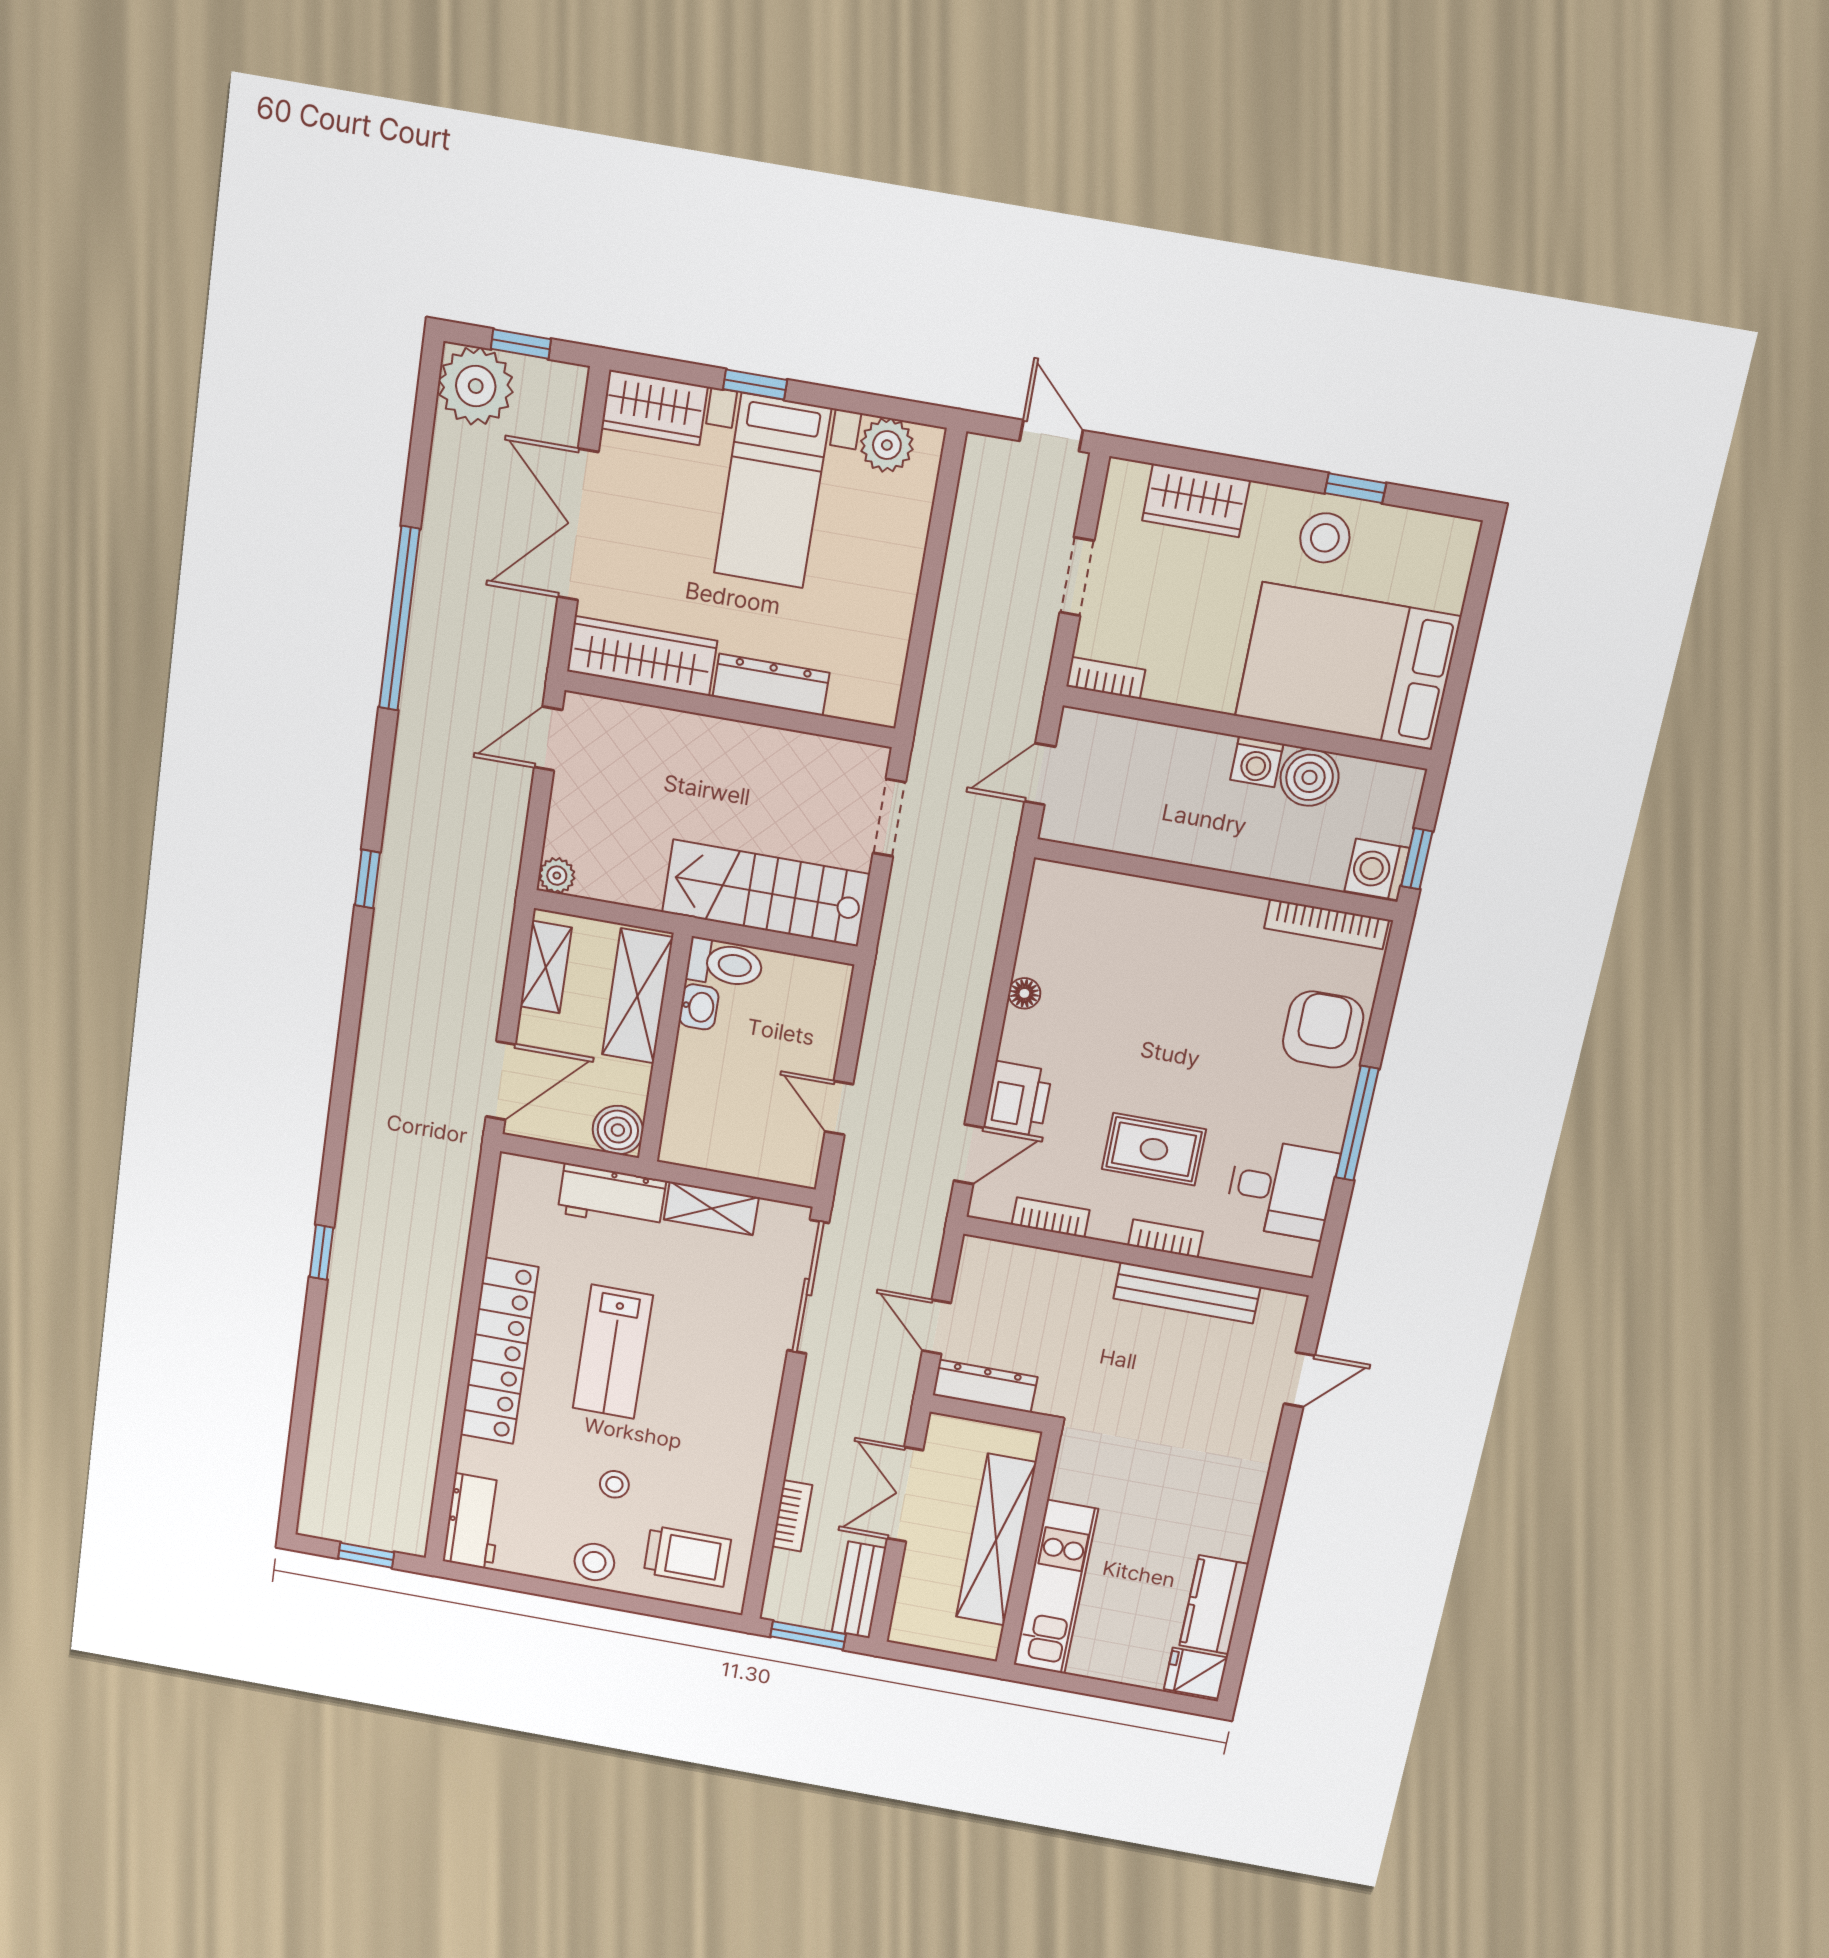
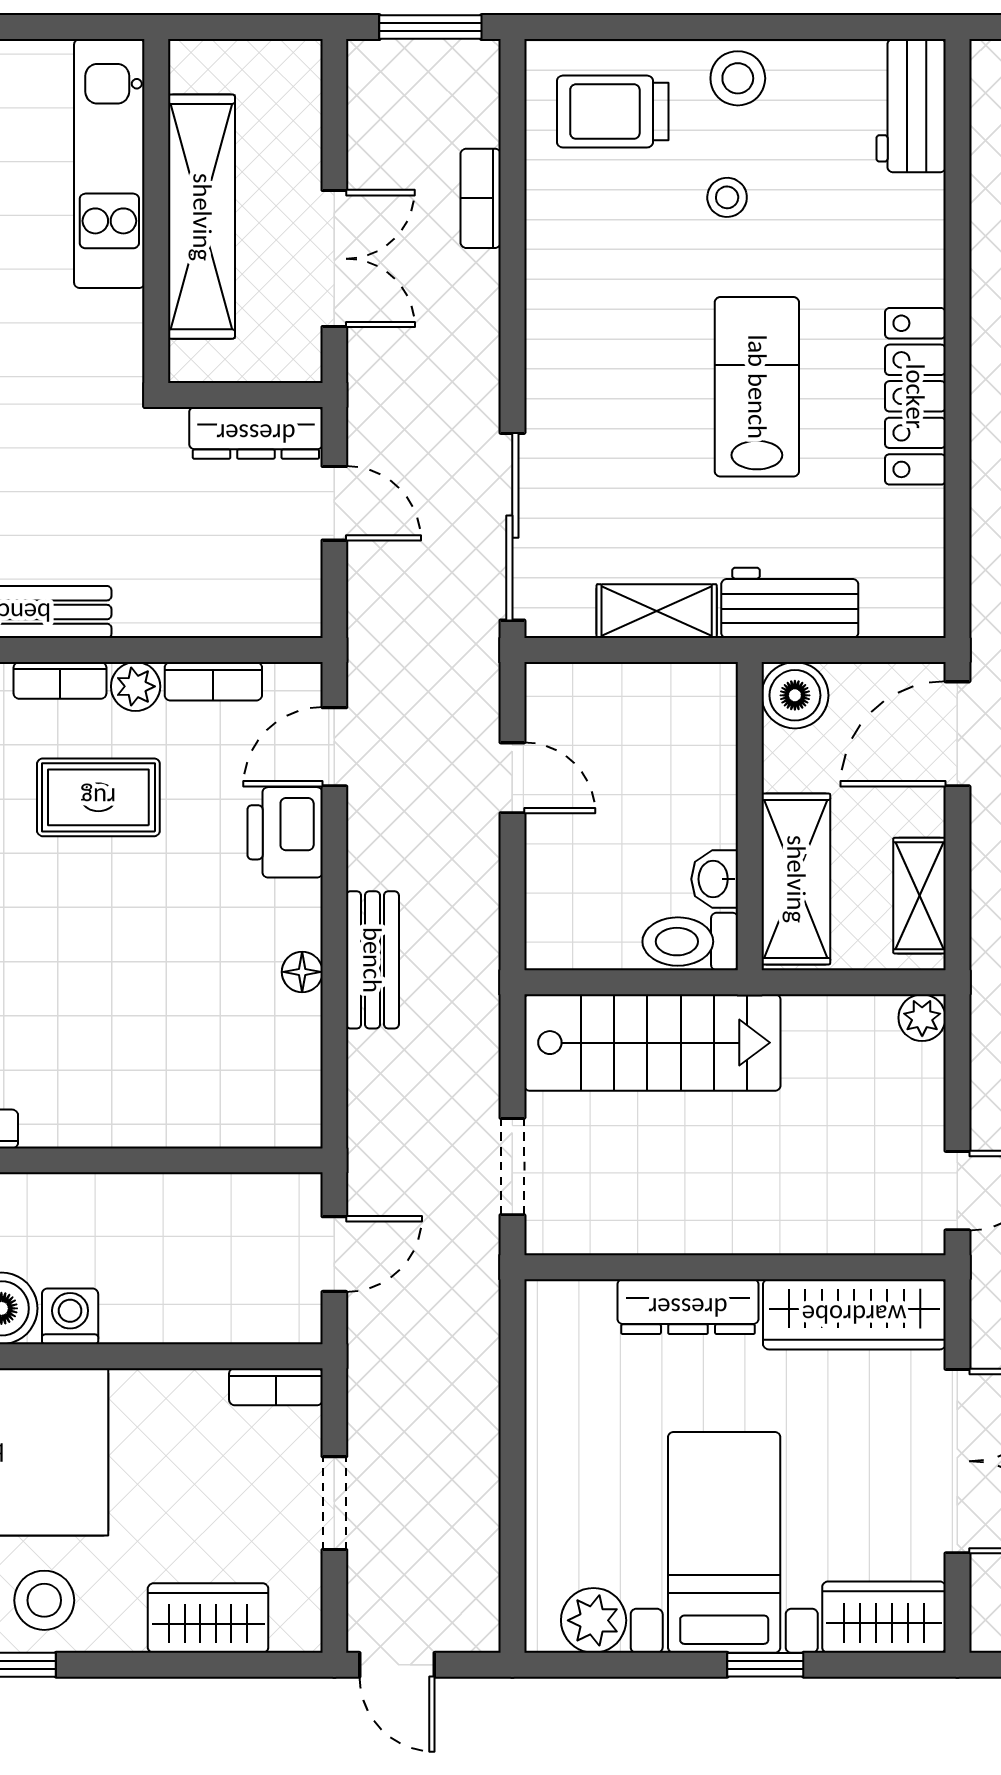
plant: (1110, 1224) -> (136, 686), added
locker: (499, 1351) -> (915, 396), width x0.71, depth x0.83
bench: (859, 1590) -> (372, 960), moved

